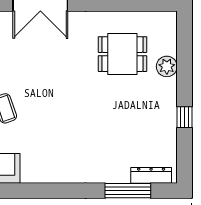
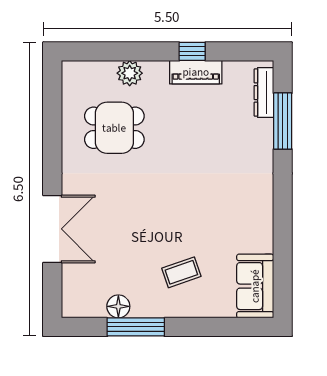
dining table: (122, 54) -> (114, 128), turned 90
piano: (168, 120) -> (196, 72), added

